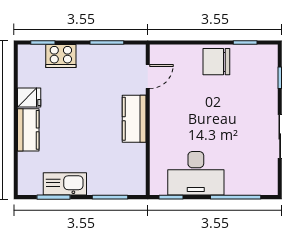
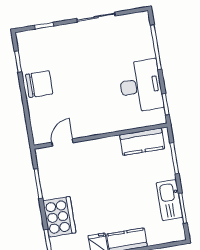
cooker: (61, 56) -> (59, 217), width x1.37, depth x1.31
chair: (216, 62) -> (39, 84), turned -90
door: (148, 77) -> (62, 142), hinge flipped
kitchen counter: (134, 119) -> (142, 142), moved

